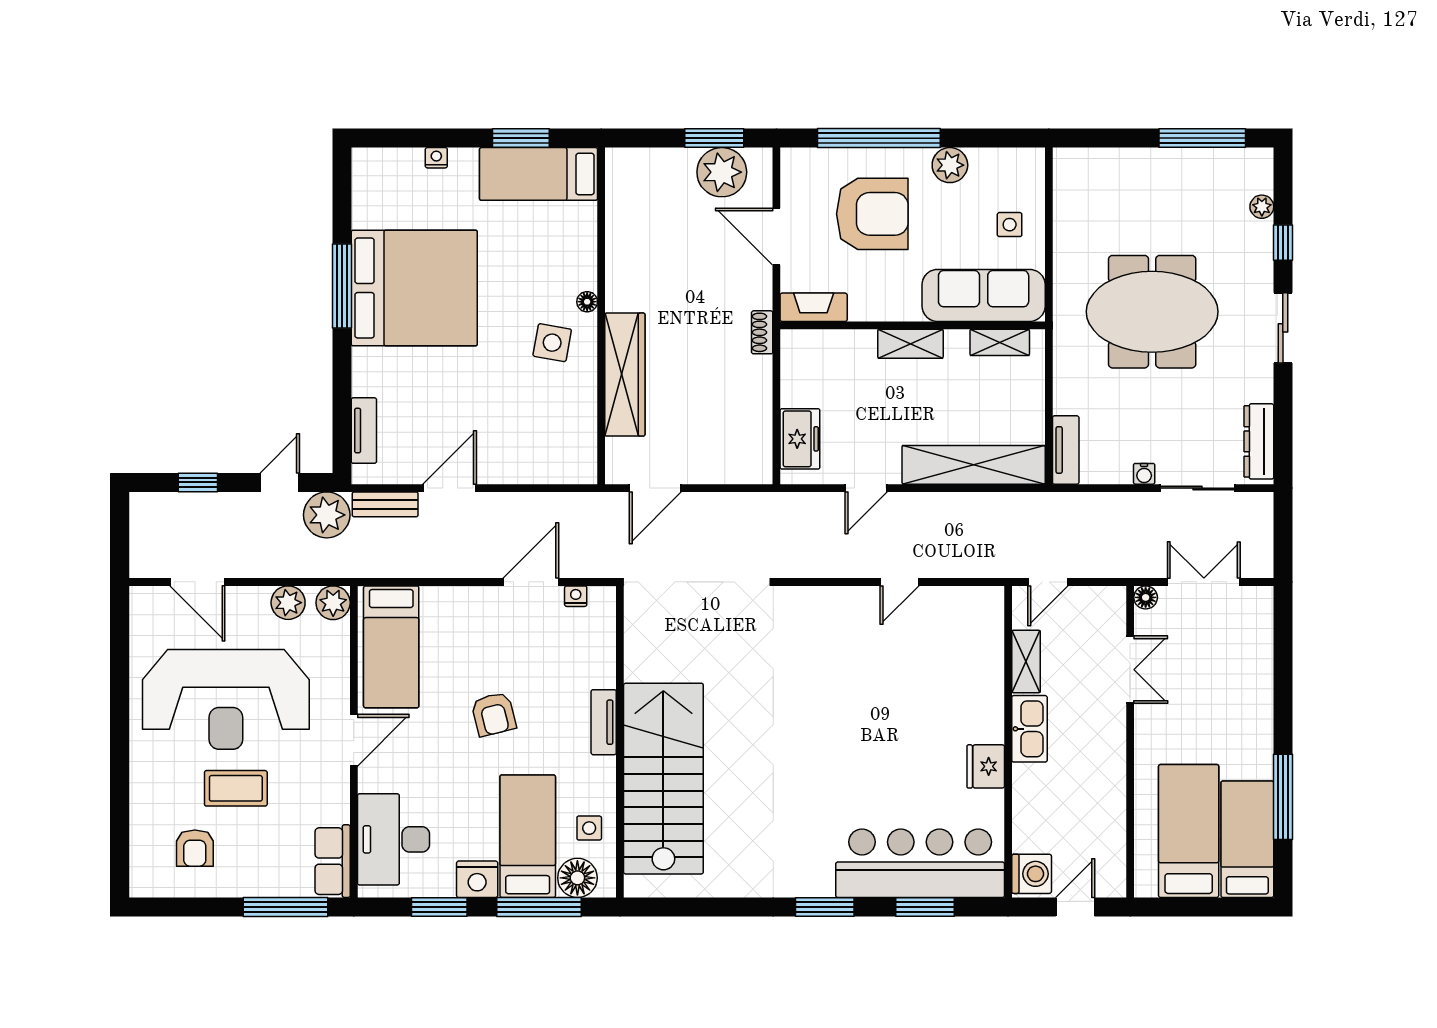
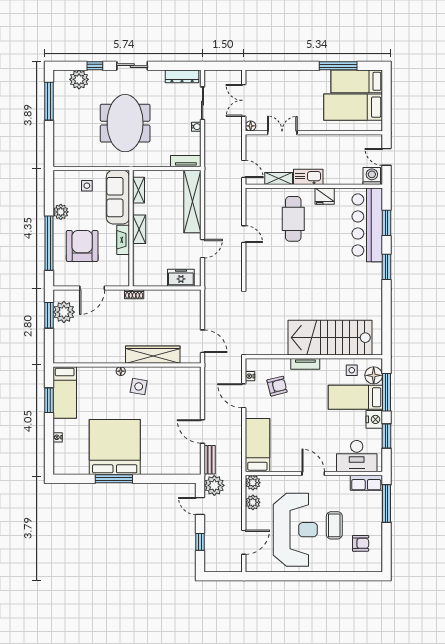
plant: (1262, 207) -> (79, 79), width x1.88, depth x1.88
fireplace: (814, 307) -> (123, 240), moved
tv unit: (364, 431) -> (177, 469), removed
door: (866, 488) -> (203, 249), hinge flipped
bed: (391, 647) -> (257, 445), moved, turned -90
cafe table: (934, 695) -> (293, 219), added
armchair: (494, 714) -> (277, 386), moved

